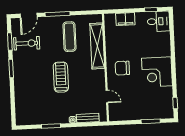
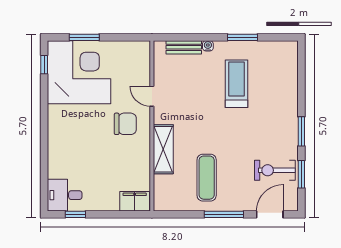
filing cabinet: (125, 19) -> (135, 201), moved
shelving: (97, 46) -> (163, 149), width x0.68
corner desk: (157, 72) -> (79, 72), moved, width x1.36, depth x1.36
treadmill: (61, 77) -> (236, 84), moved, turned 180
door: (107, 96) -> (152, 96), moved

